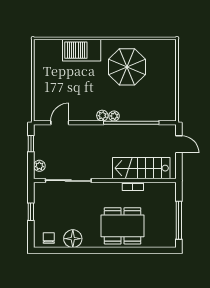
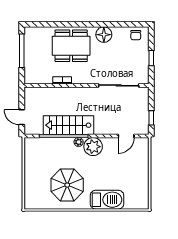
plant: (102, 116) -> (93, 147), width x1.87, depth x1.87
plant: (39, 166) -> (144, 98), removed
stairs: (141, 168) -> (68, 125), moved, turned 180
floor lamp: (73, 239) -> (104, 35), moved

